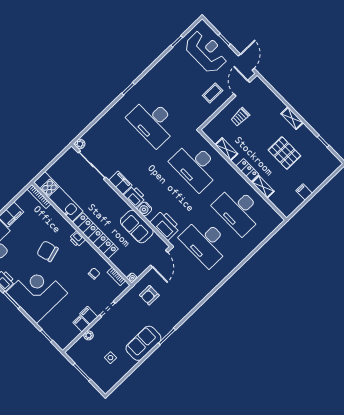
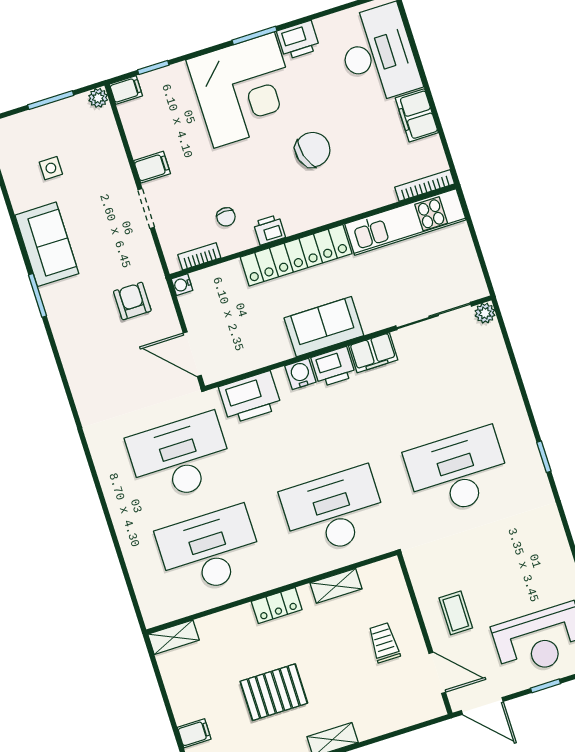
shelving: (263, 187) -> (174, 637), moved
filing cabinet: (304, 192) -> (194, 733), moved
sofa: (137, 227) -> (324, 327), moved
printer: (77, 239) -> (269, 230), moved
filing cabinet: (81, 324) -> (126, 90), moved
plant: (89, 335) -> (98, 98), moved

